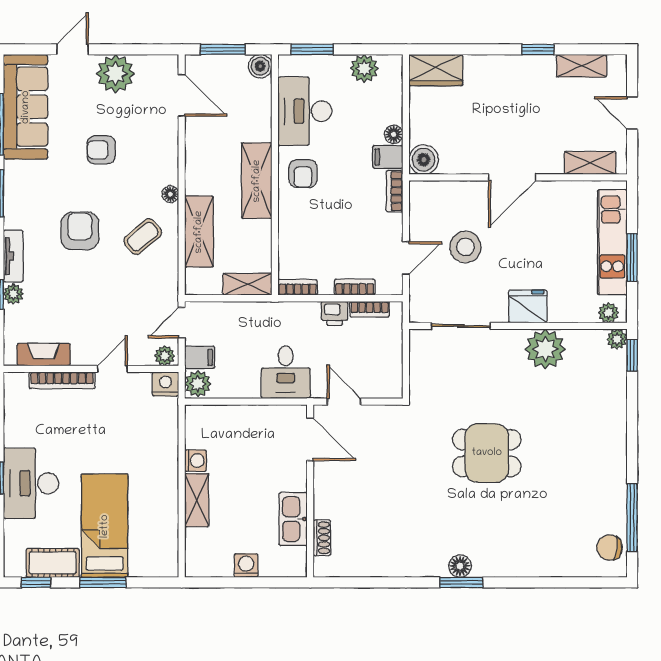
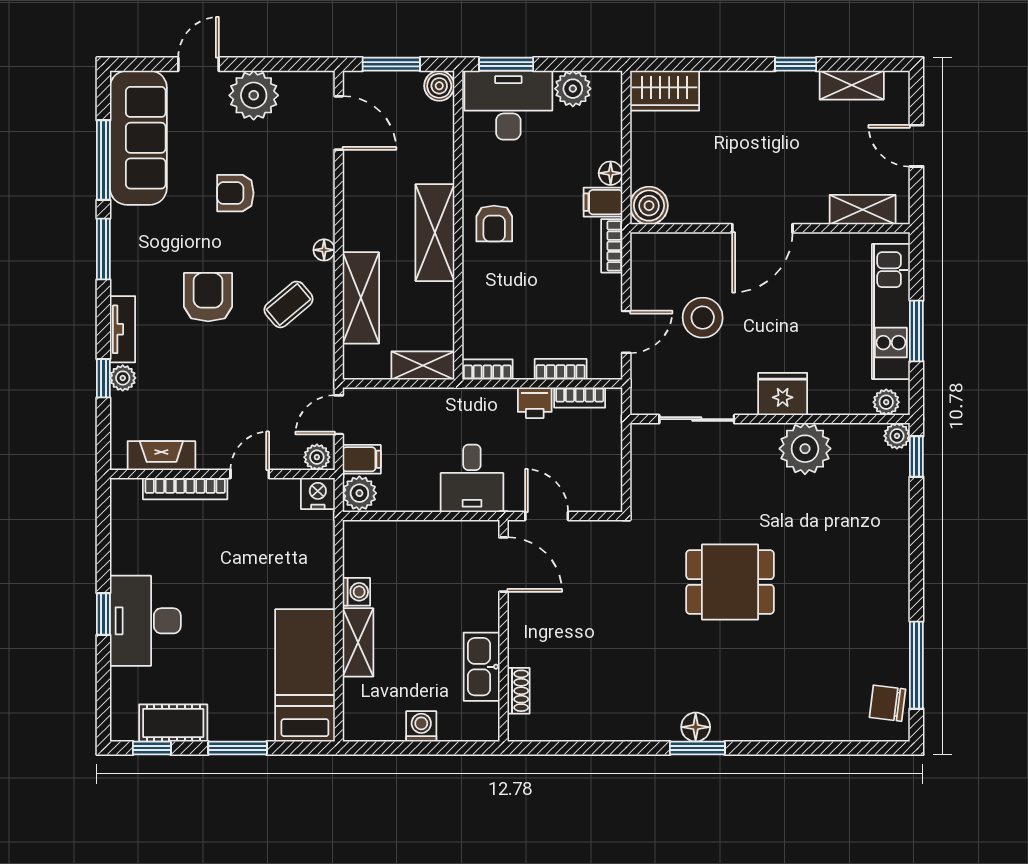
desk: (305, 111) -> (508, 105), moved, turned 90
bed: (105, 526) -> (305, 675), moved

